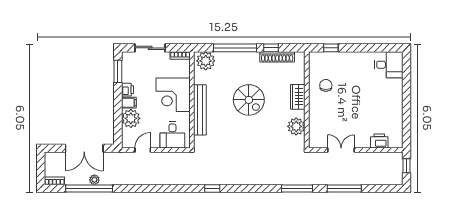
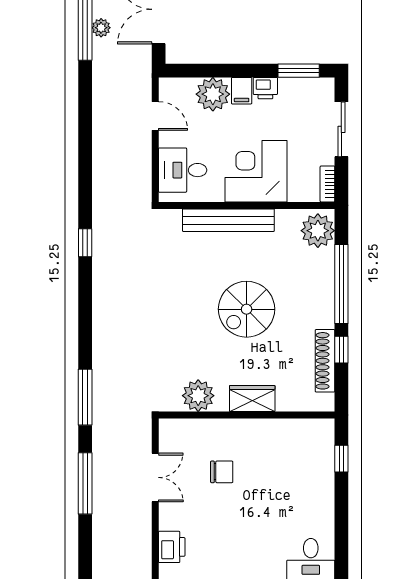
chair: (326, 85) -> (222, 472), moved

